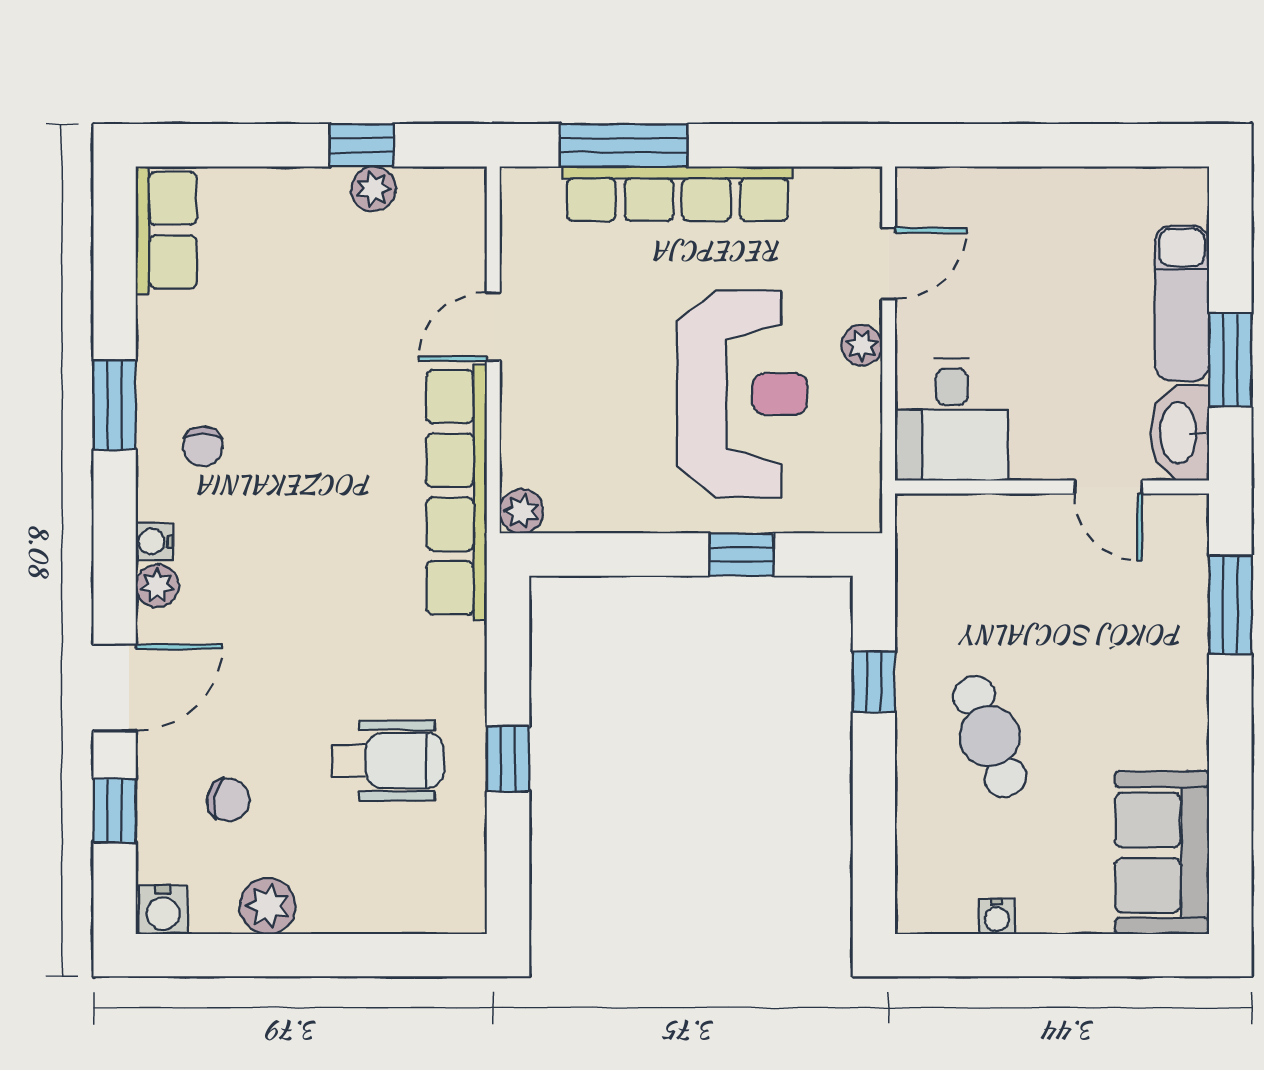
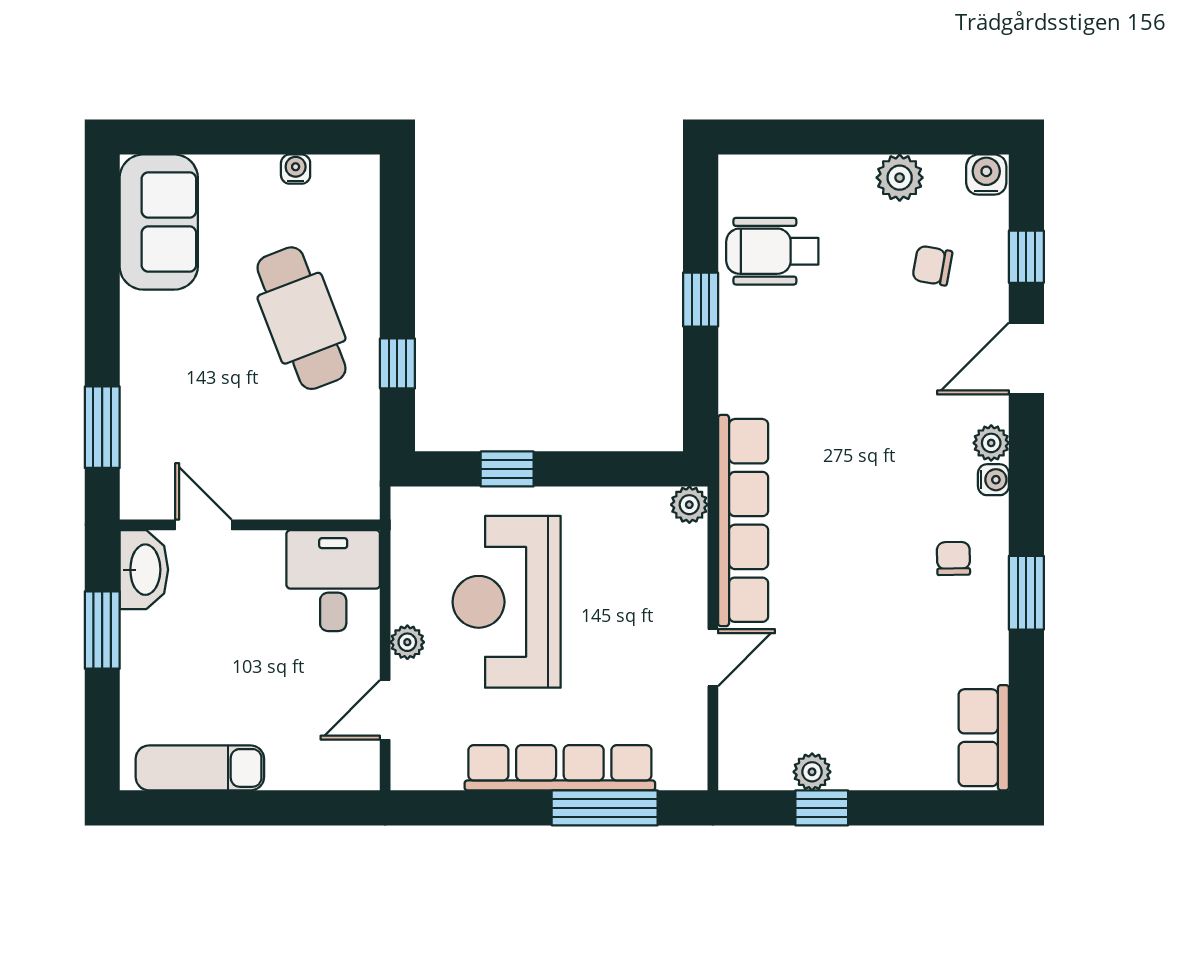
exam couch: (1182, 303) -> (200, 768), moved, turned -90
cafe table: (990, 736) -> (302, 318), width x1.37, depth x1.35
wheelchair: (388, 761) -> (772, 251), moved

